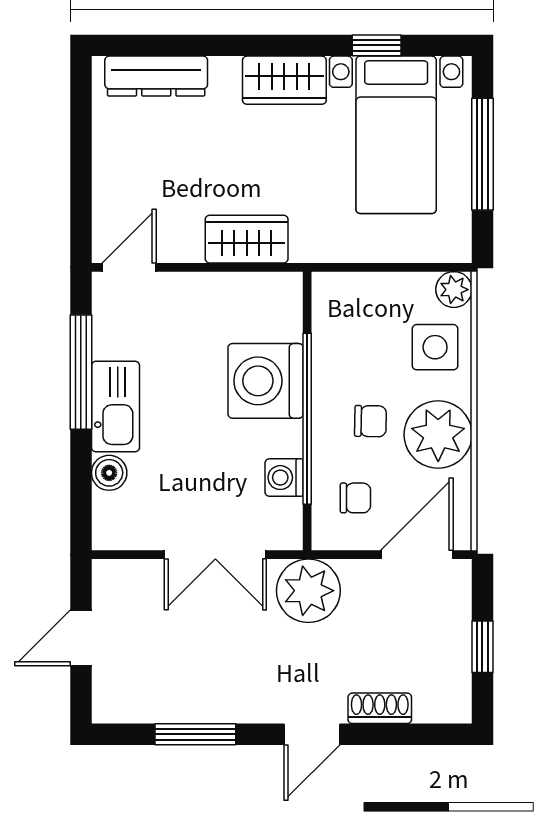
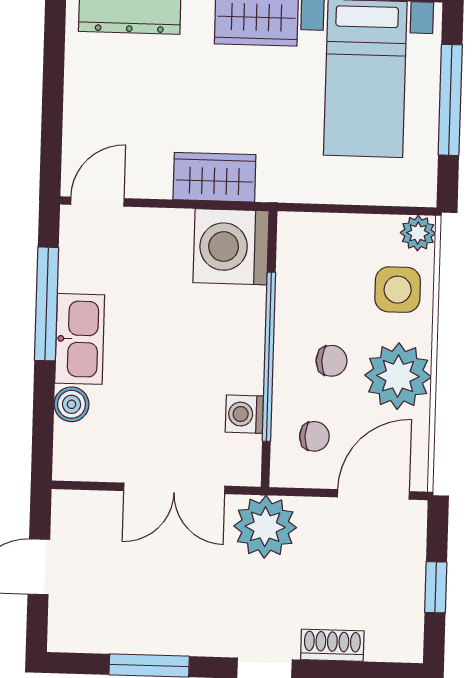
washing machine: (265, 381) -> (231, 247), moved

